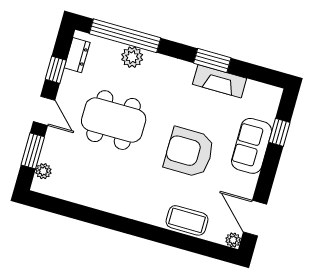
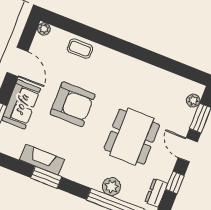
dining table: (114, 120) -> (132, 137), turned 90
door: (255, 218) -> (17, 62), moved
coffee table: (187, 220) -> (80, 49), width x0.73, depth x0.77

